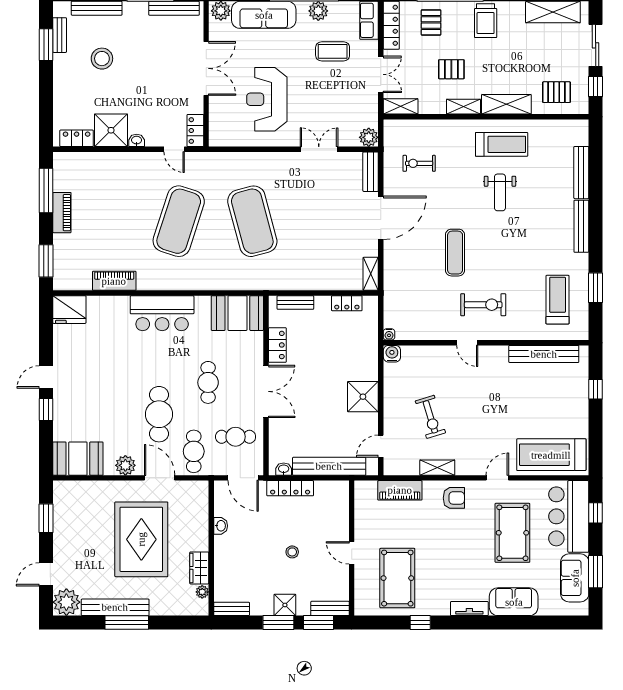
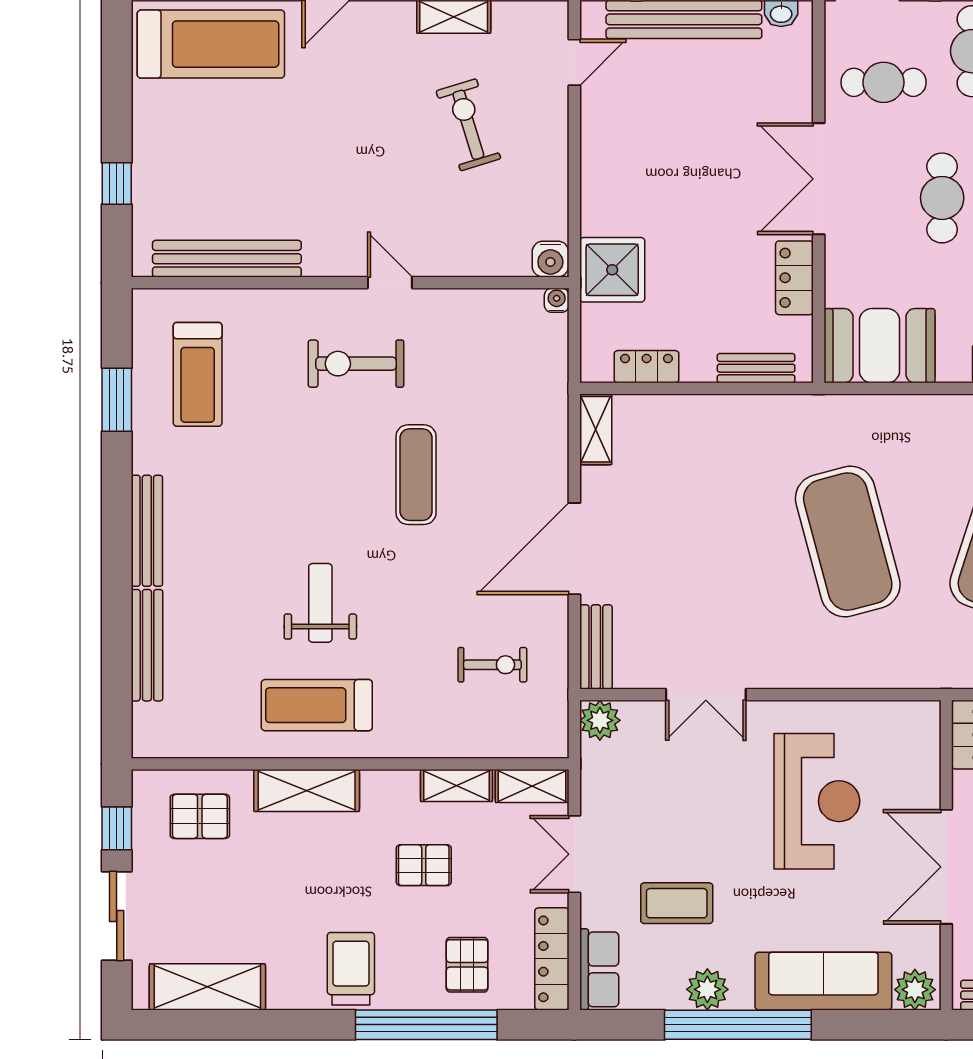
shelving: (463, 107) -> (457, 786), moved
shower: (363, 397) -> (612, 270), moved

